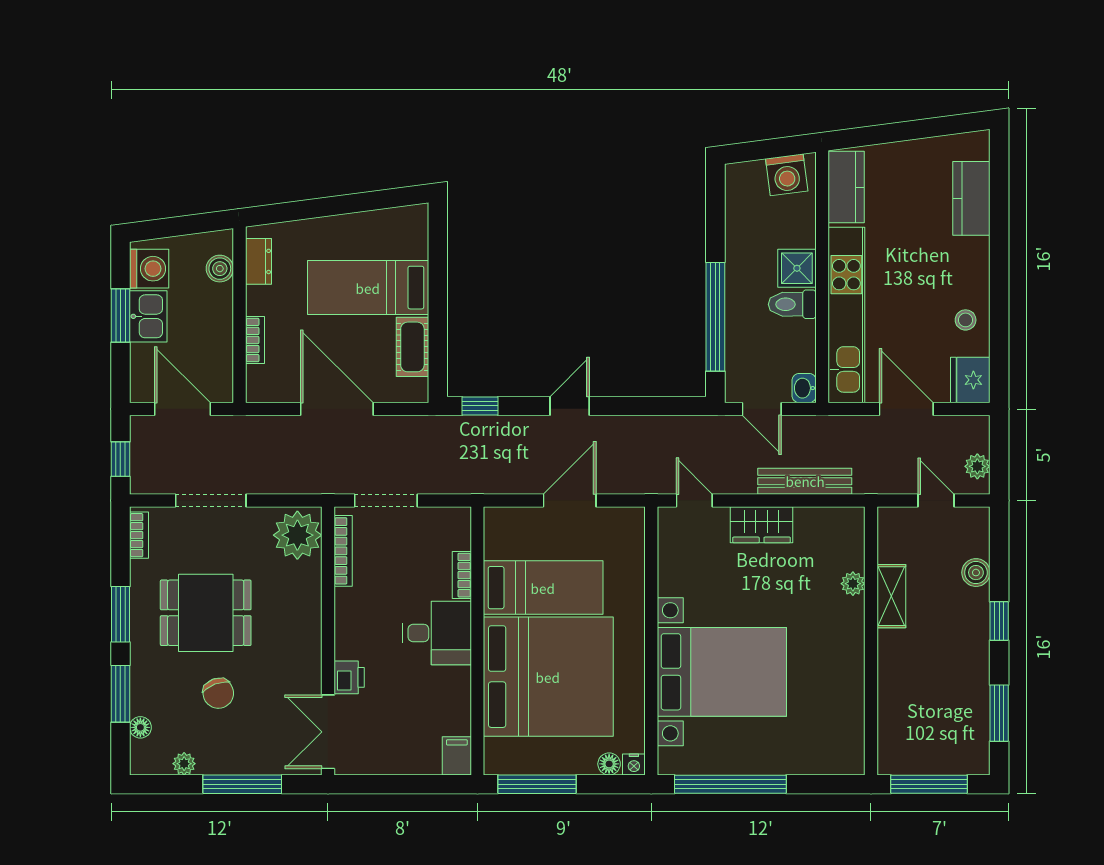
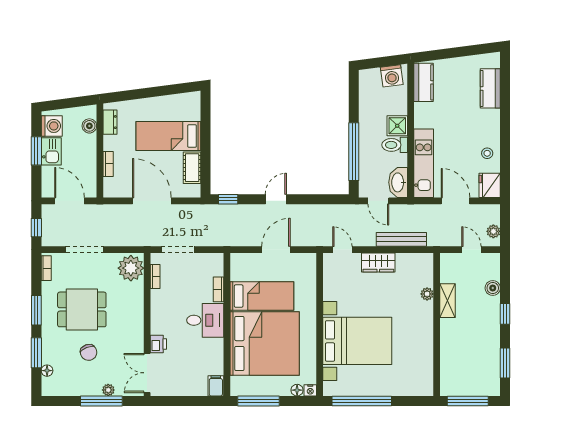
kitchen unit: (846, 315) -> (424, 163), width x0.73
washbasin: (804, 388) -> (398, 182), width x1.91, depth x1.45
bookcase: (343, 551) -> (155, 276), width x0.64
plant: (184, 764) -> (108, 390), moved

